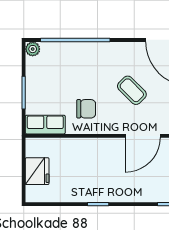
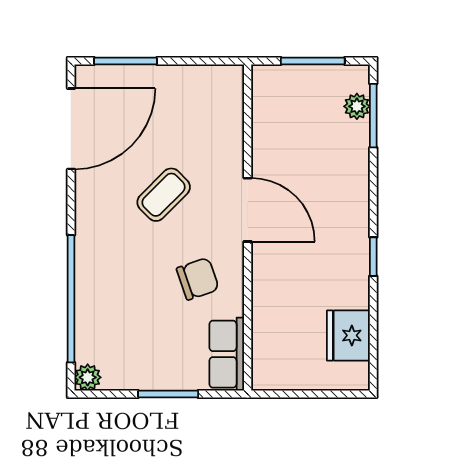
chair: (86, 109) -> (198, 279), turned 71
door: (143, 136) -> (248, 210), moved
fridge: (37, 171) -> (348, 335), moved, turned -90

